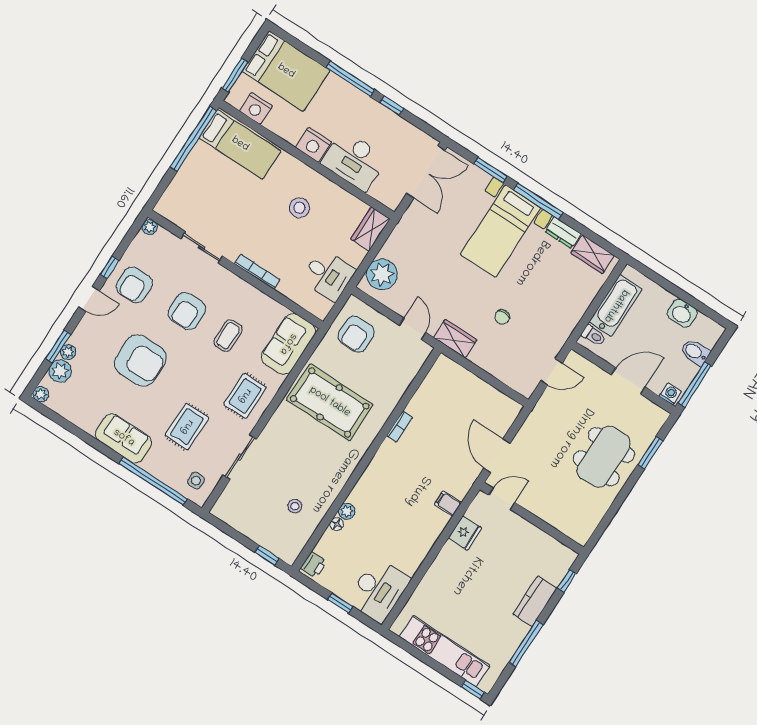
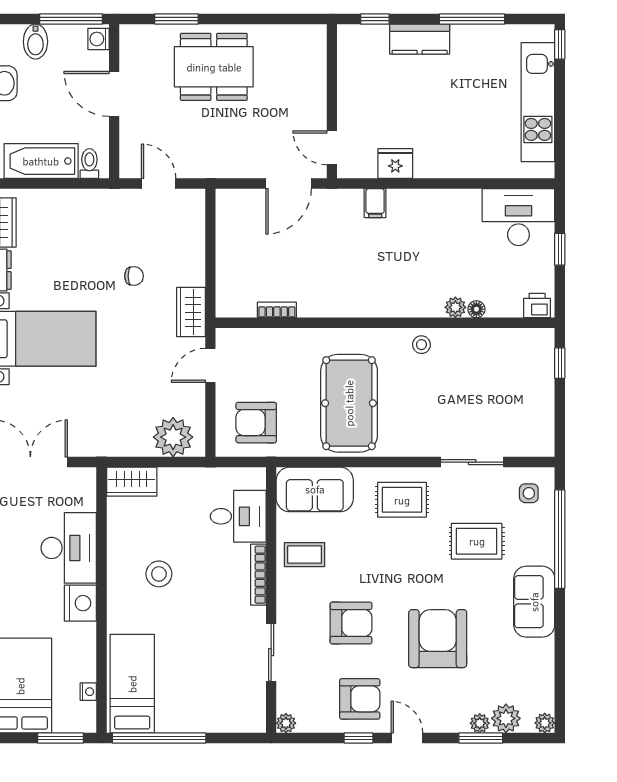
nightstand: (256, 108) -> (88, 692), width x0.53, depth x0.56
desk: (328, 275) -> (238, 516), moved, turned 90
armchair: (356, 334) -> (256, 423), turned 180
coffee table: (228, 336) -> (305, 555), moved
bookcase: (400, 427) -> (277, 310), moved
stool: (295, 506) -> (421, 345), moved

